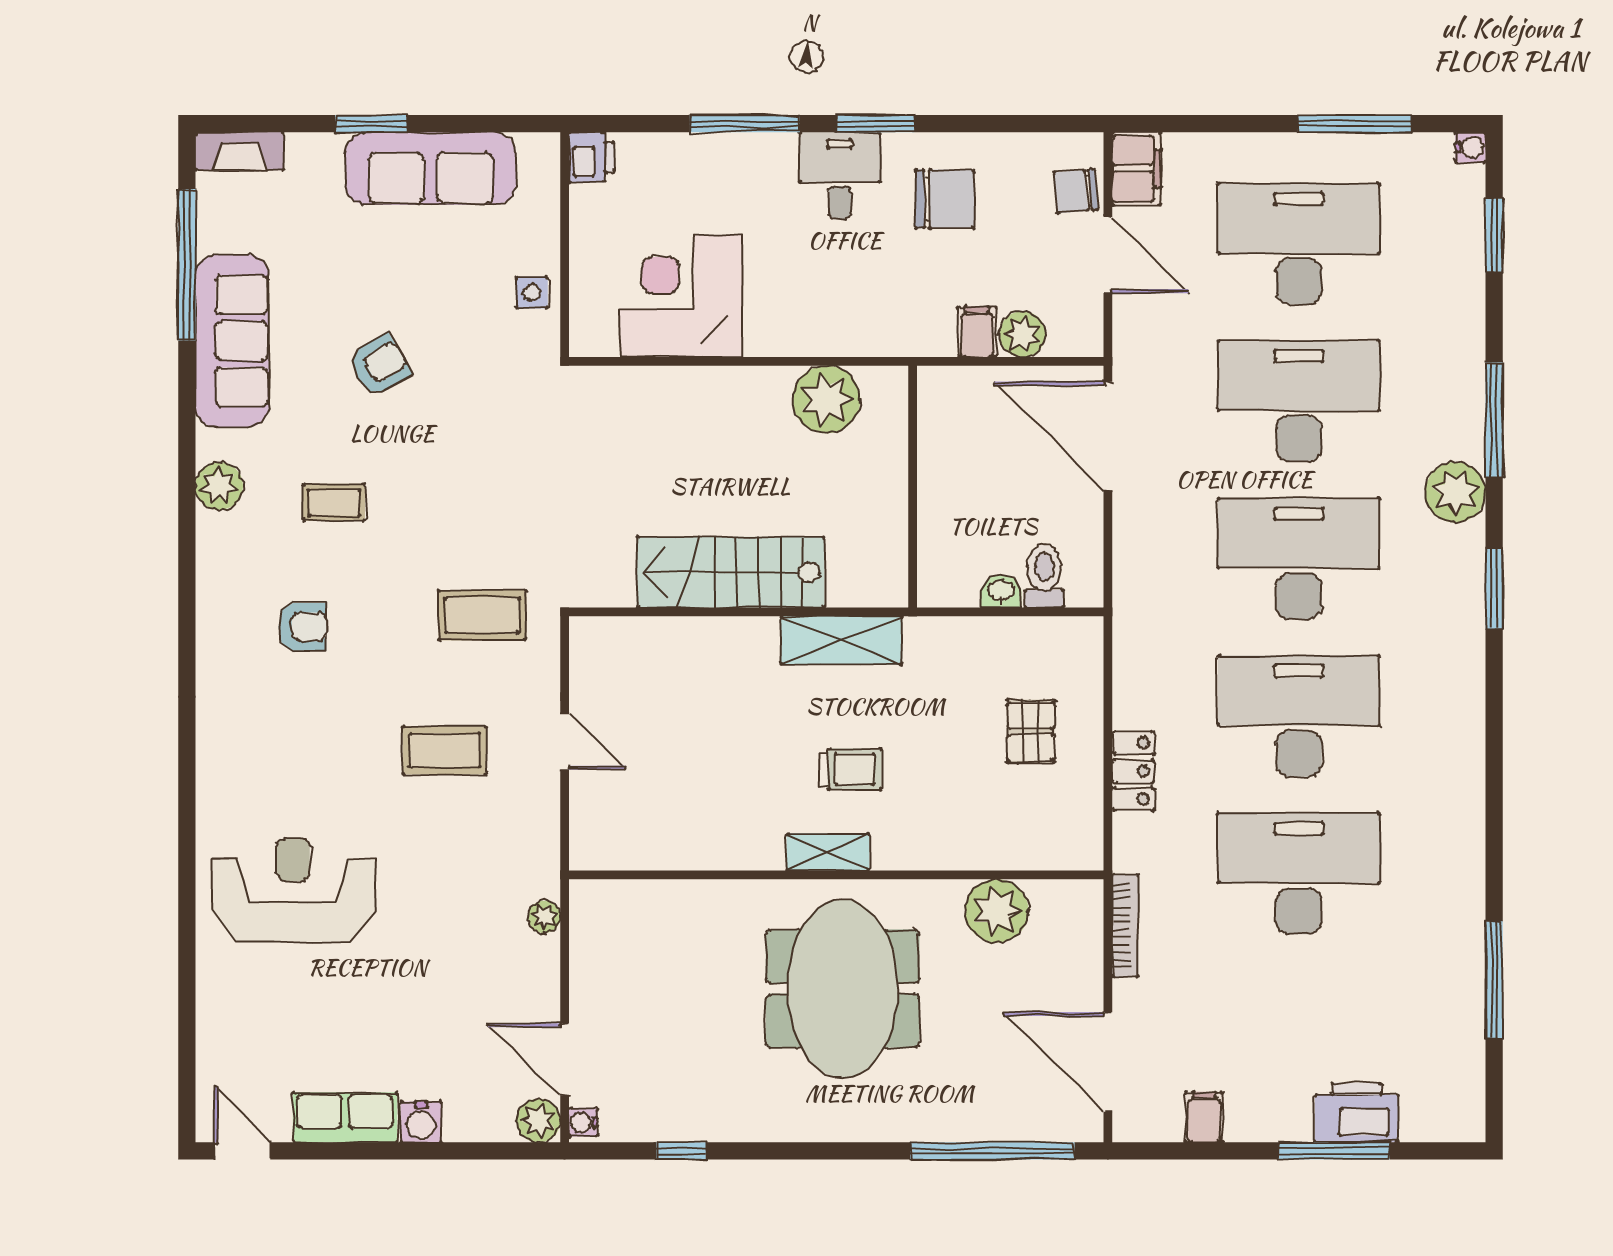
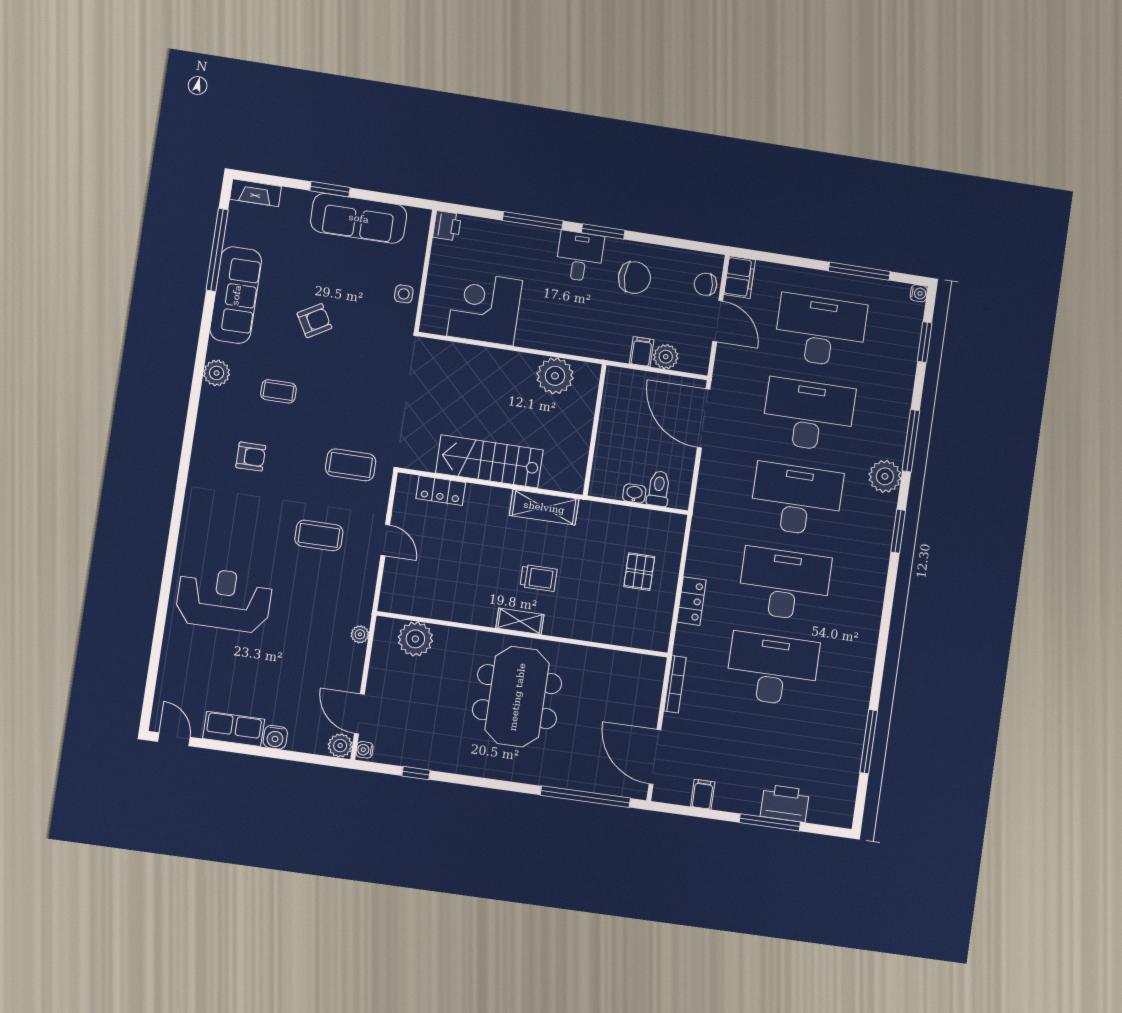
locker: (651, 637) -> (441, 490), added
plant: (997, 911) -> (415, 639), moved

